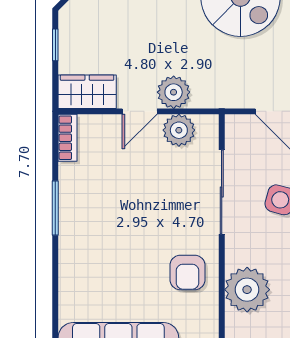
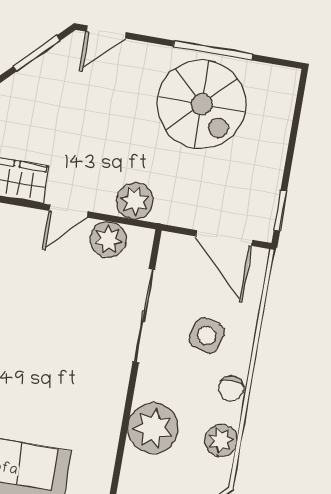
plant: (174, 92) -> (135, 201), moved
armchair: (187, 272) -> (91, 398), removed

